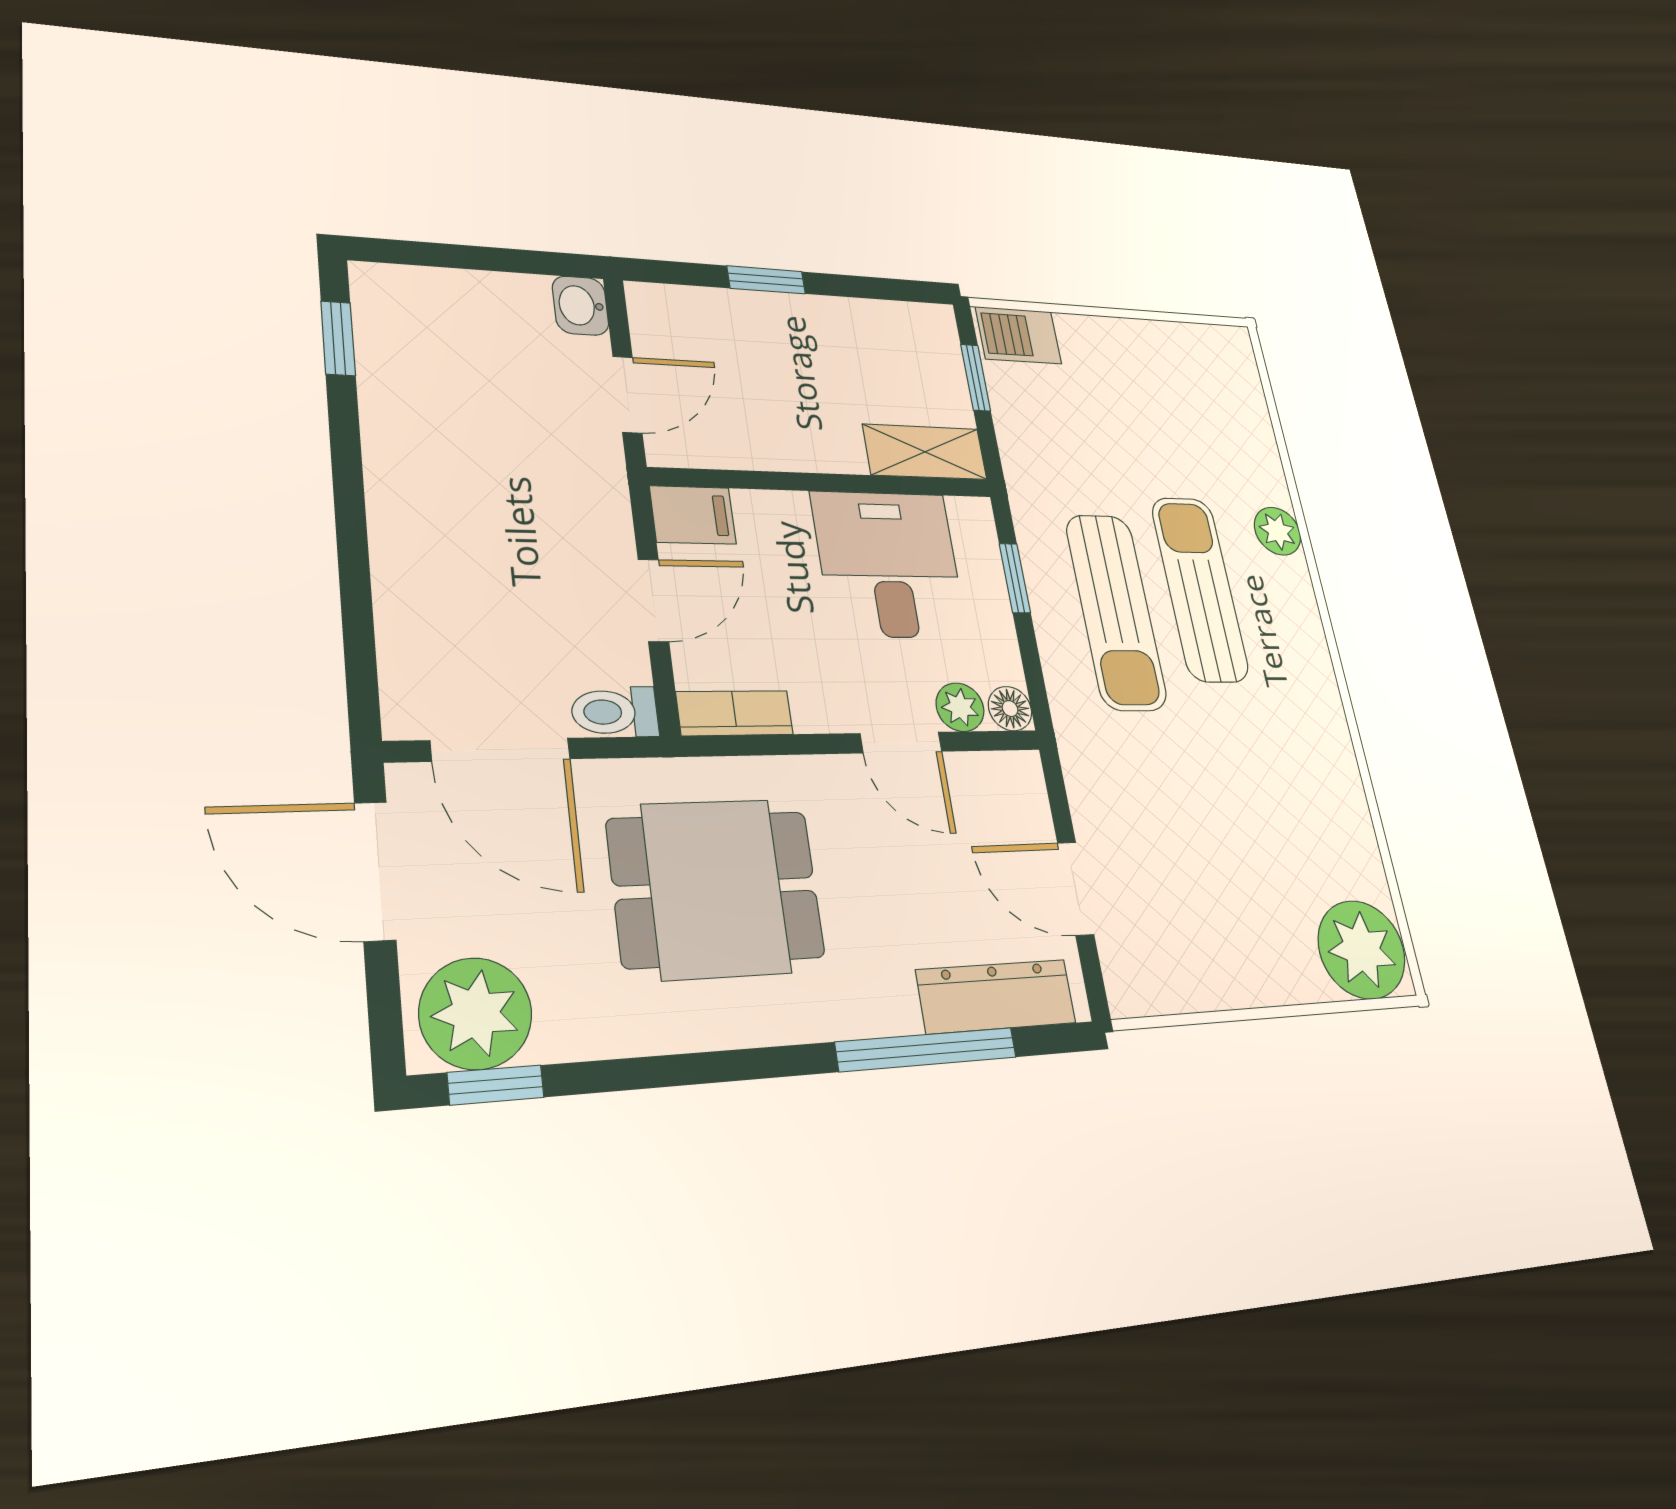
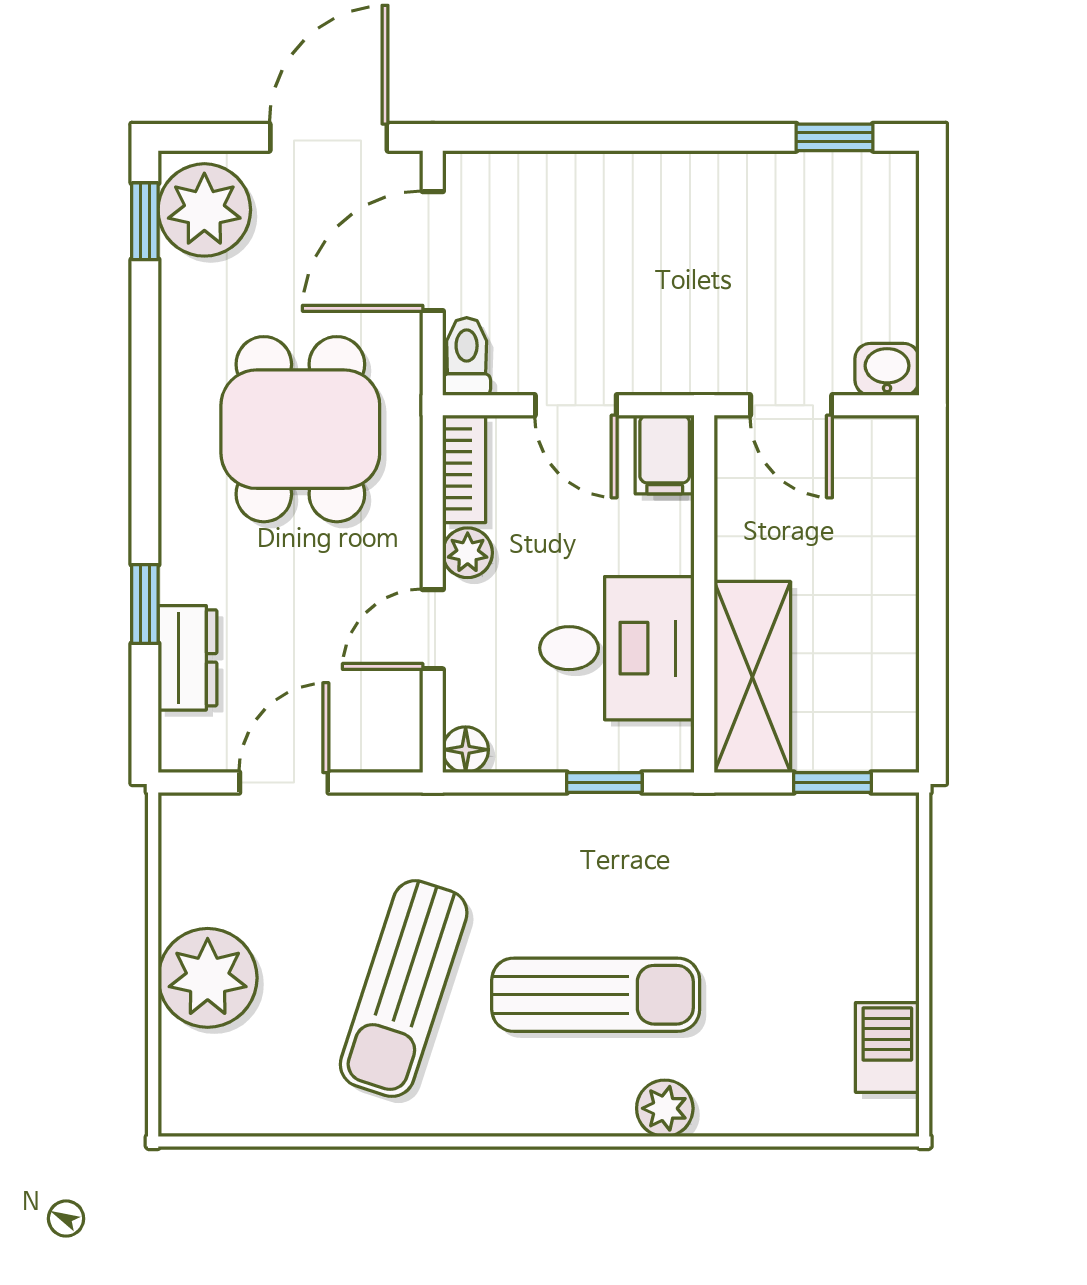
window: (766, 280) -> (932, 567), removed
barbecue: (1018, 335) -> (887, 1047), moved
shelving: (925, 452) -> (752, 677), width x1.50, depth x1.33
sun lounger: (1116, 612) -> (404, 989), moved, turned -72
plant: (960, 707) -> (468, 553), moved
plant: (1362, 950) -> (208, 978), moved
dresser: (996, 996) -> (188, 658), width x0.70
window: (927, 1050) -> (145, 604), width x0.46

